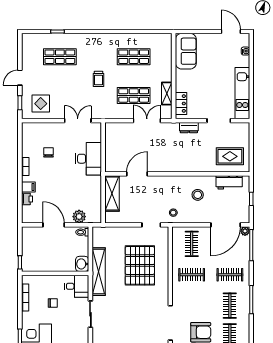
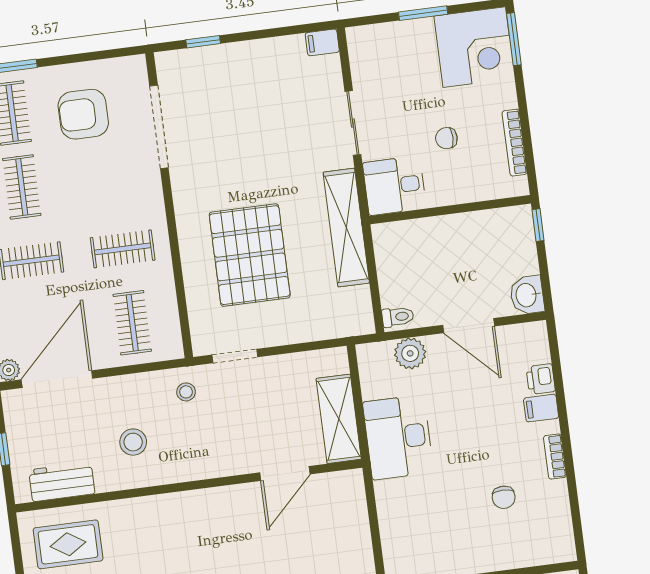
desk: (89, 159) -> (398, 437), moved
washbasin: (82, 264) -> (527, 295), moved, turned 180

